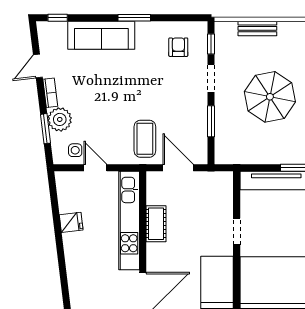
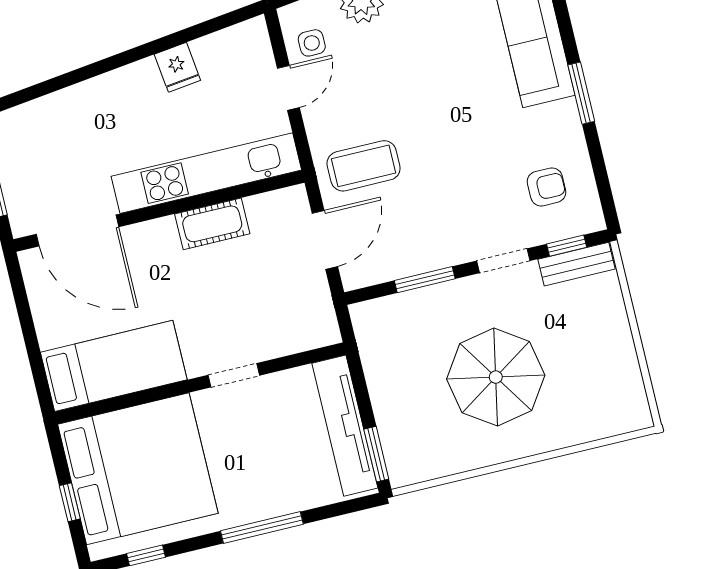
bench: (257, 28) -> (577, 264), moved, turned 90

